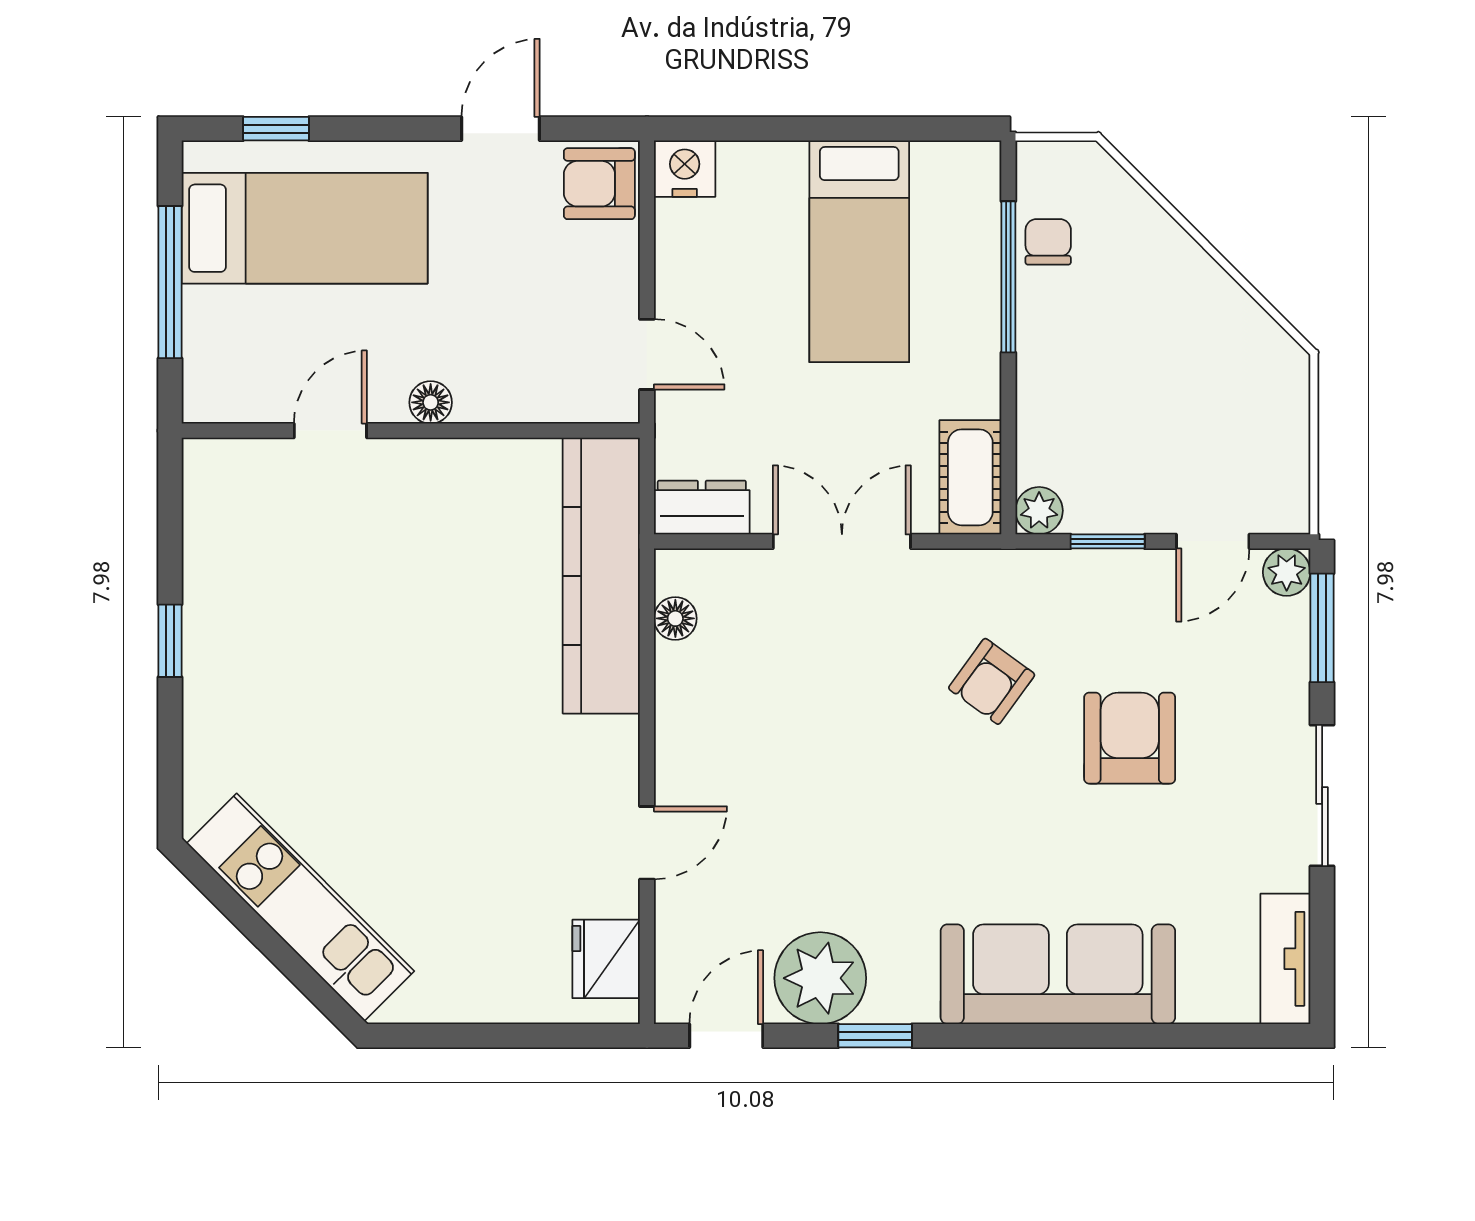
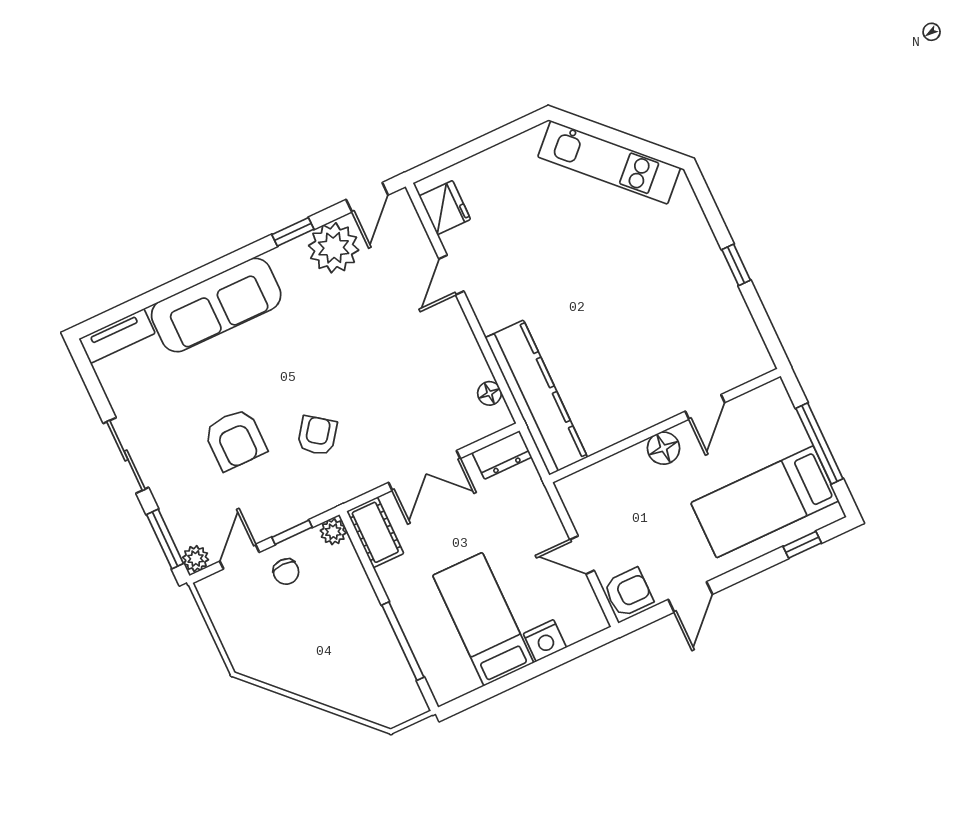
nightstand: (685, 169) -> (545, 641), moved
chair: (1048, 242) -> (286, 572), moved
door: (647, 354) -> (582, 555), moved
floor lamp: (431, 402) -> (663, 448), width x1.37, depth x1.37
tv unit: (1285, 959) -> (117, 336), moved, turned 90

